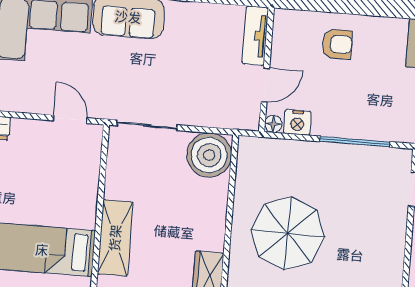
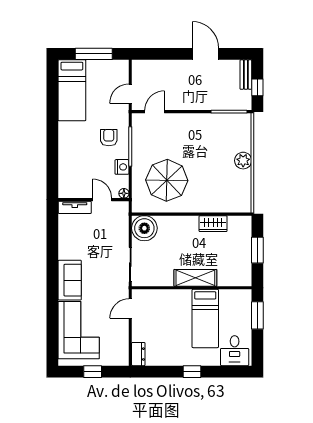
armchair: (337, 44) -> (109, 138), moved
nightstand: (297, 122) -> (122, 167), moved
parasol: (288, 233) -> (167, 180), moved

